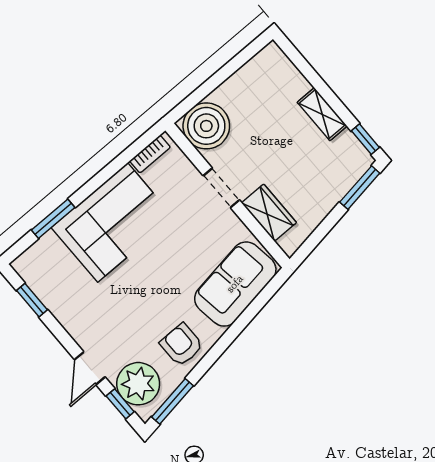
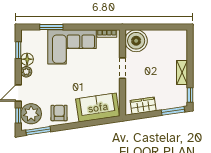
wardrobe: (269, 213) -> (143, 106), moved, turned -98
floor lamp: (58, 303) -> (27, 59), added
plant: (74, 324) -> (26, 72), added

